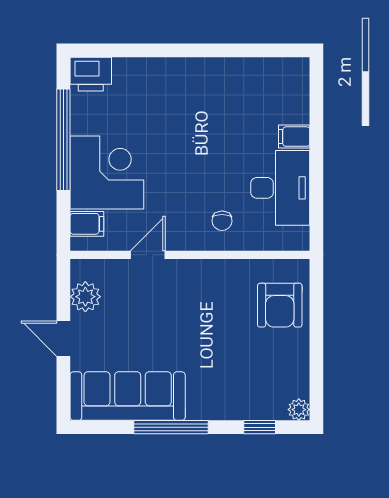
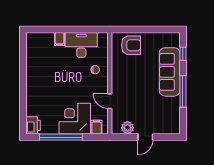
sofa: (128, 396) -> (170, 72), moved
plant: (299, 410) -> (175, 37), removed

